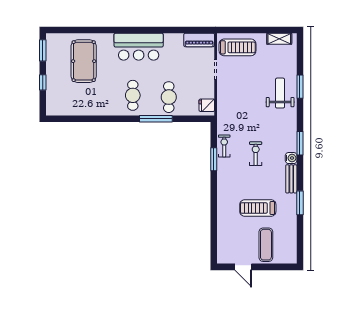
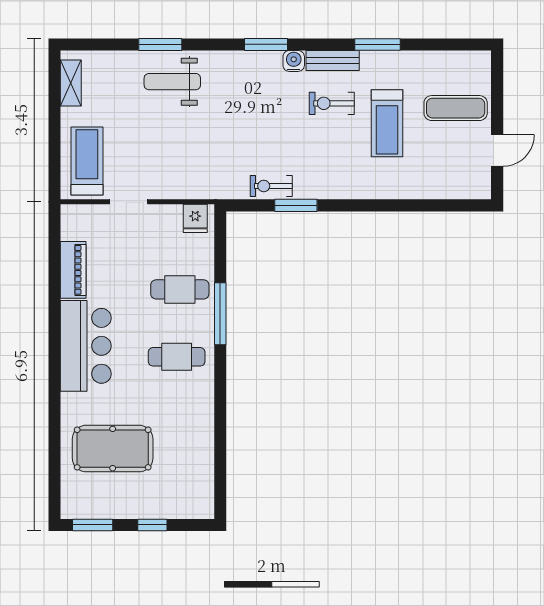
piano: (199, 40) -> (73, 270), moved
exercise bike: (256, 154) -> (332, 103), moved

